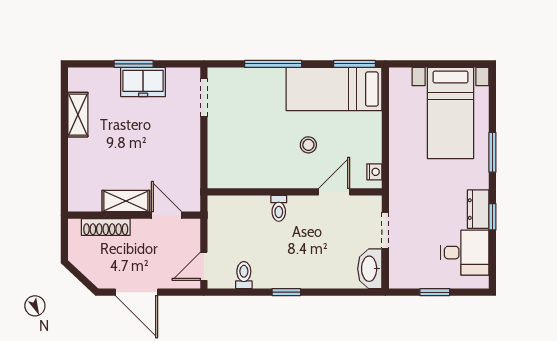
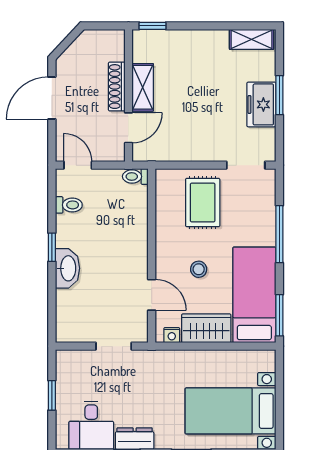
shelving: (78, 115) -> (252, 39), moved
wardrobe: (368, 137) -> (206, 328), added
rug: (241, 141) -> (203, 203), added
window: (64, 191) -> (152, 26), added
toilet: (279, 208) -> (135, 176), moved
shoe rack: (106, 227) -> (117, 87), moved
washbasin: (370, 269) -> (67, 268), moved, turned 90

